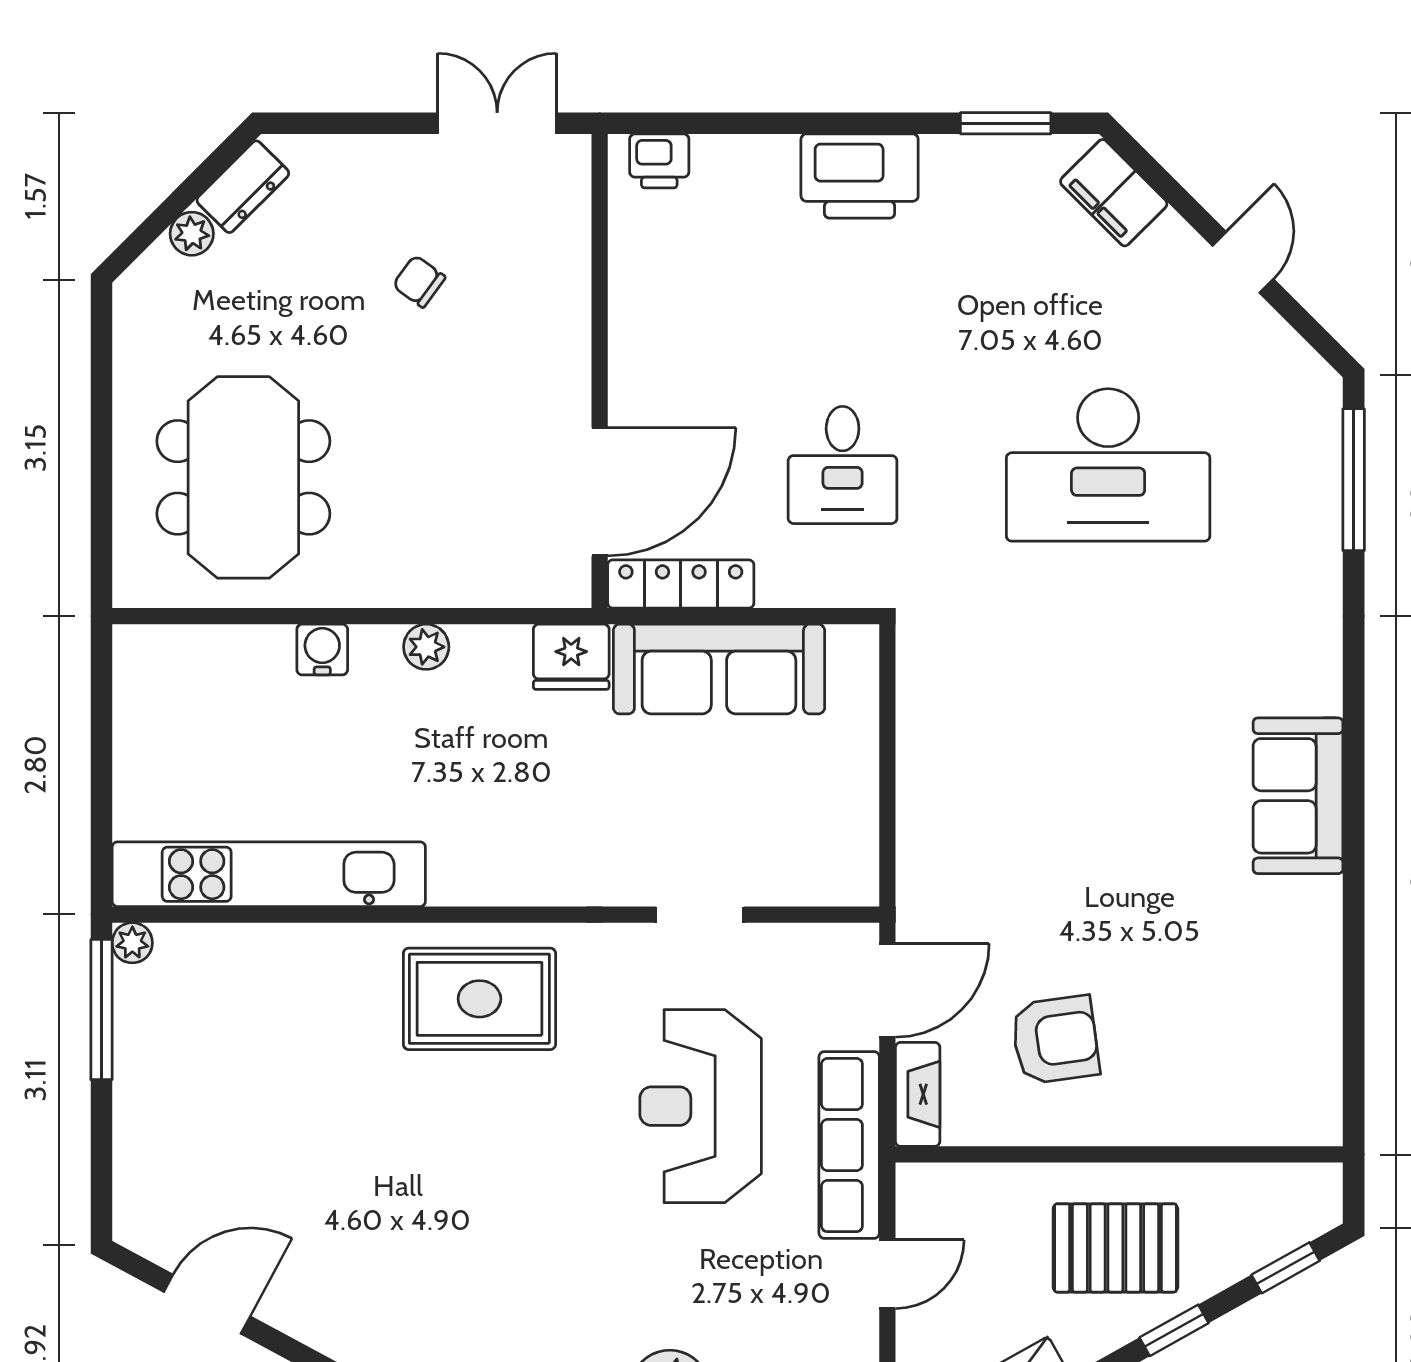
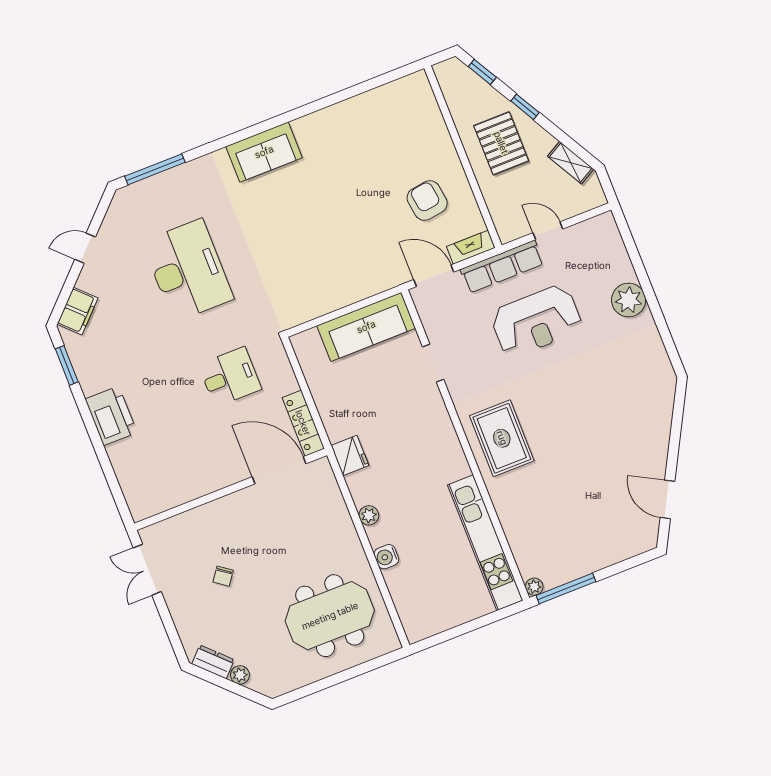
printer: (659, 161) -> (137, 499), removed
sofa: (719, 669) -> (366, 327), moved, turned 90
sofa: (1298, 796) -> (264, 152), moved
reception desk: (701, 1106) -> (536, 321), moved

